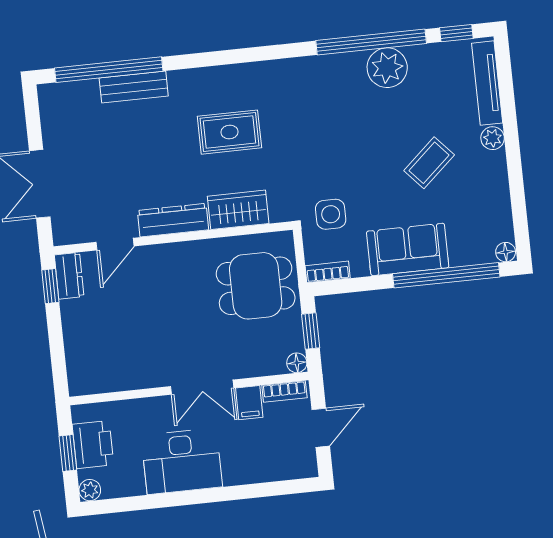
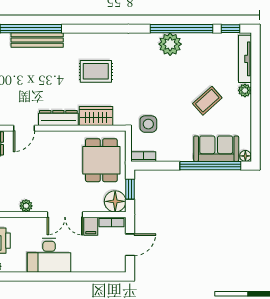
plant: (387, 68) -> (170, 44), moved
bench: (134, 87) -> (37, 40), width x1.36
sofa: (408, 249) -> (216, 149), moved
dining table: (256, 286) -> (101, 160), turned 90
floor lamp: (297, 363) -> (115, 201), width x1.89, depth x1.89
plant: (133, 379) -> (26, 206), added

